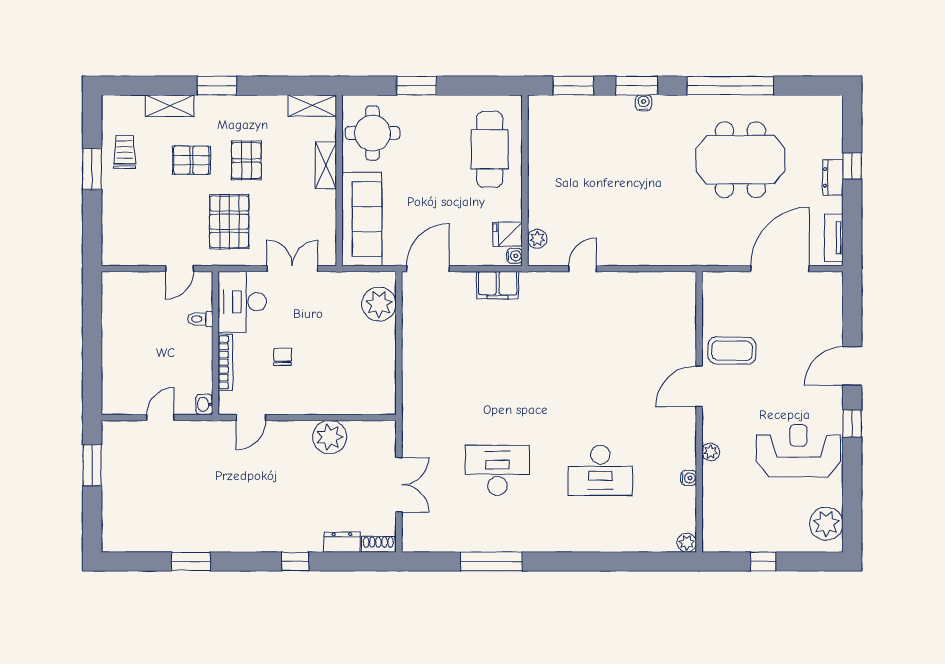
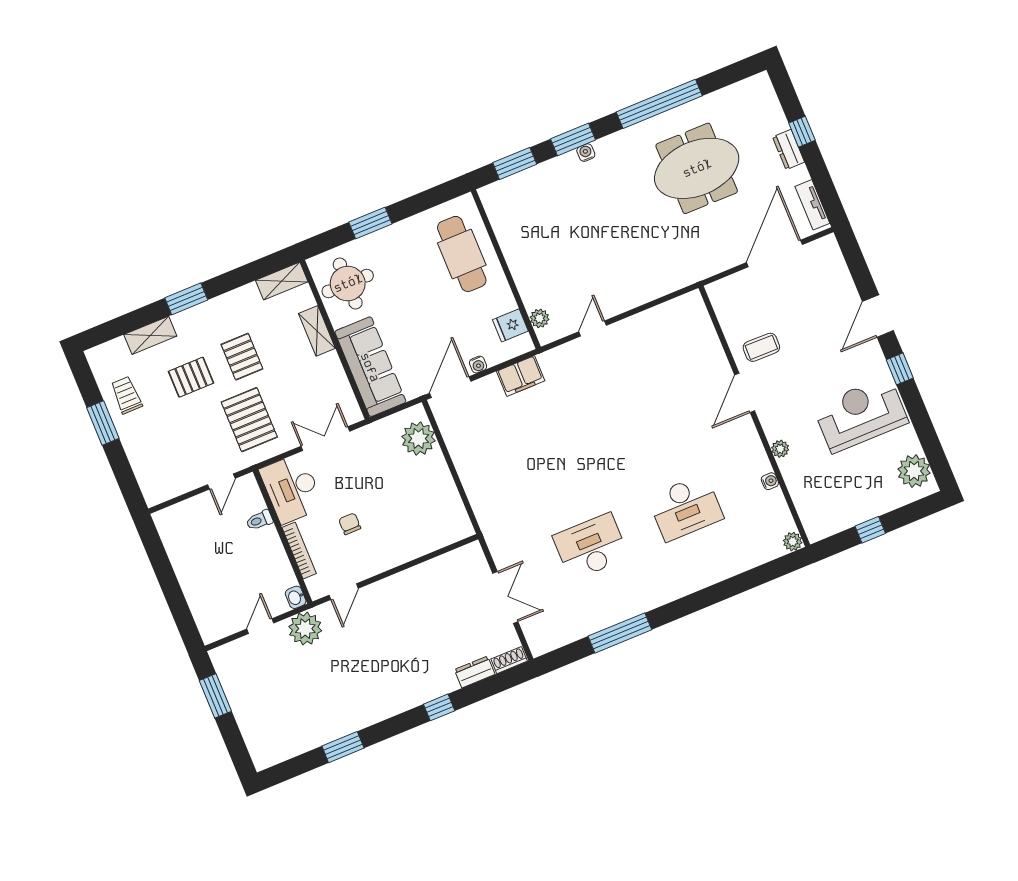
water cooler: (514, 256) -> (478, 365), moved, turned 90
coffee table: (732, 351) -> (761, 347), width x0.73, depth x0.77
plant: (330, 437) -> (305, 629), moved

